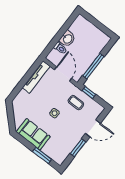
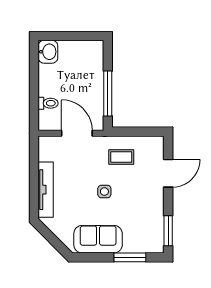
washbasin: (67, 39) -> (48, 52), moved
tv unit: (36, 77) -> (46, 190), moved
window: (89, 93) -> (128, 132), removed
window: (78, 148) -> (168, 231), moved

